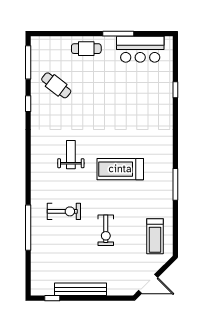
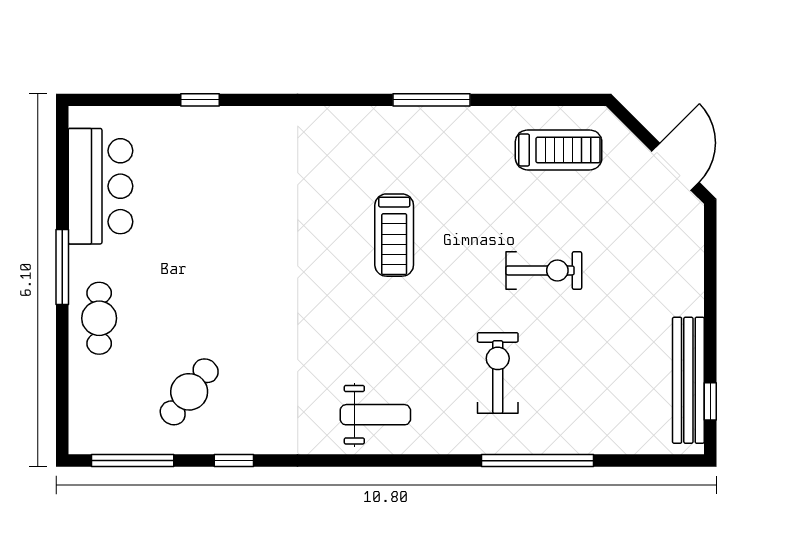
window: (118, 34) -> (62, 267), moved
weight bench: (71, 155) -> (375, 415), moved, turned 180
treadmill: (120, 169) -> (394, 235), width x0.73, depth x0.73
bench: (80, 289) -> (688, 380), moved

